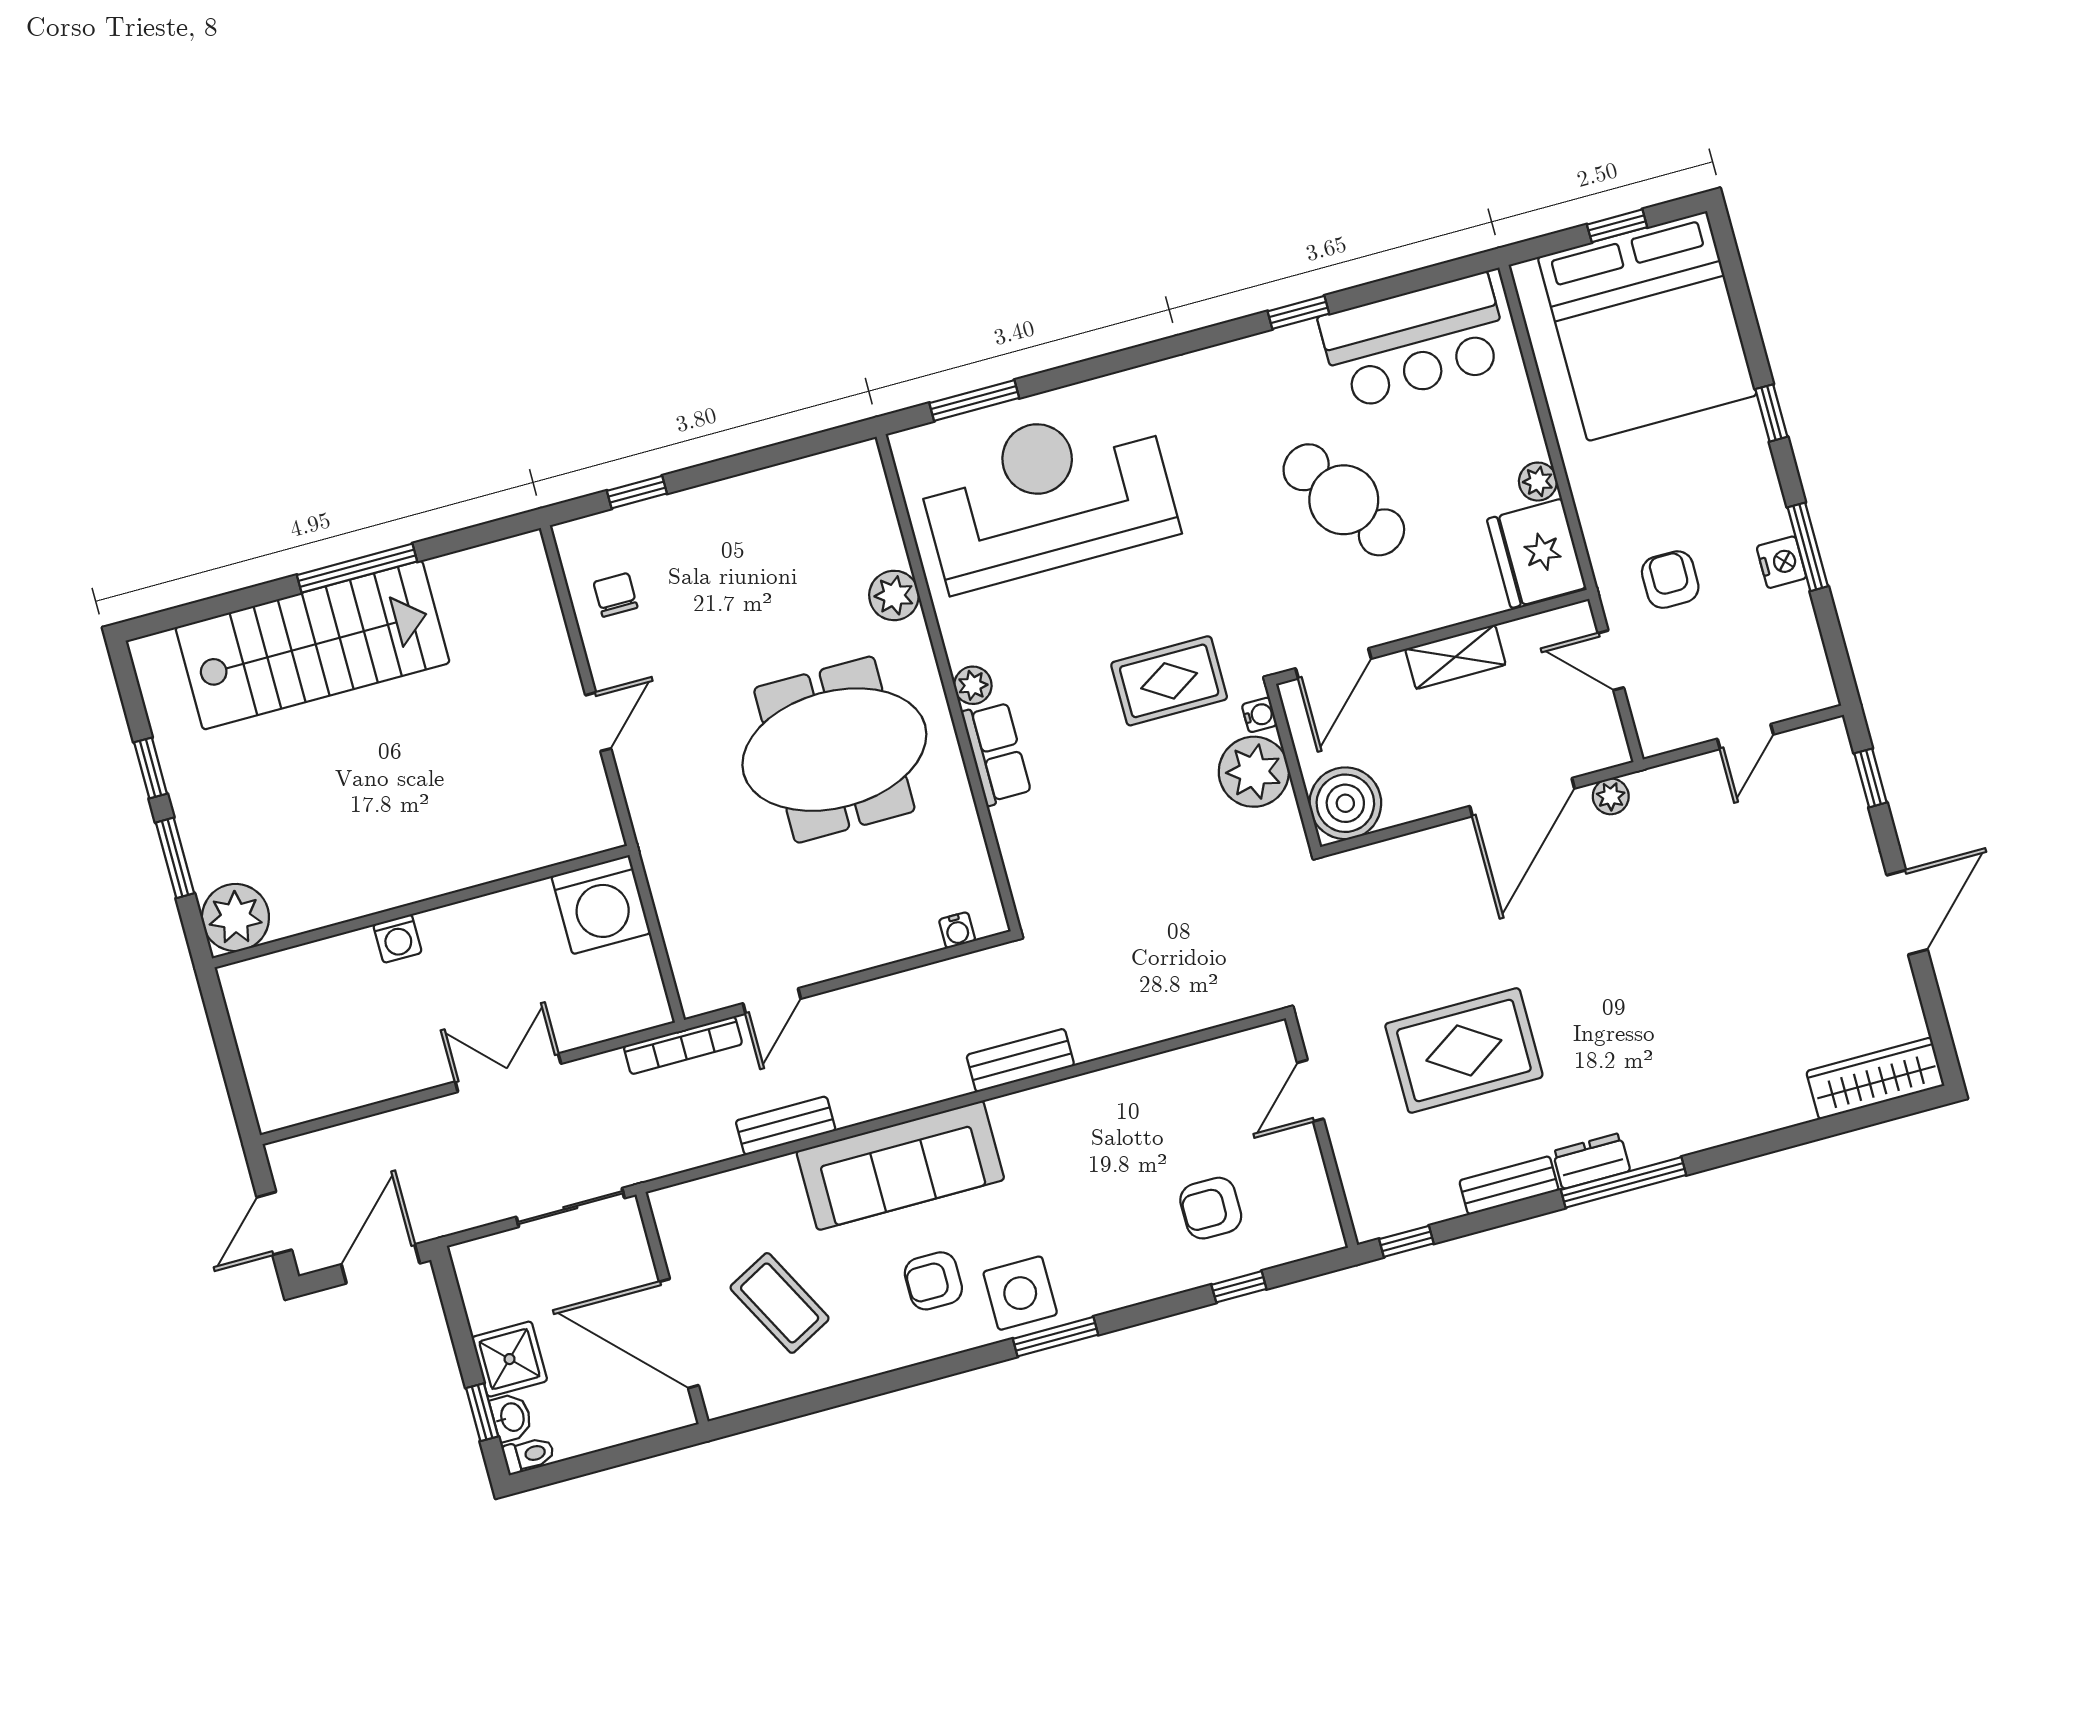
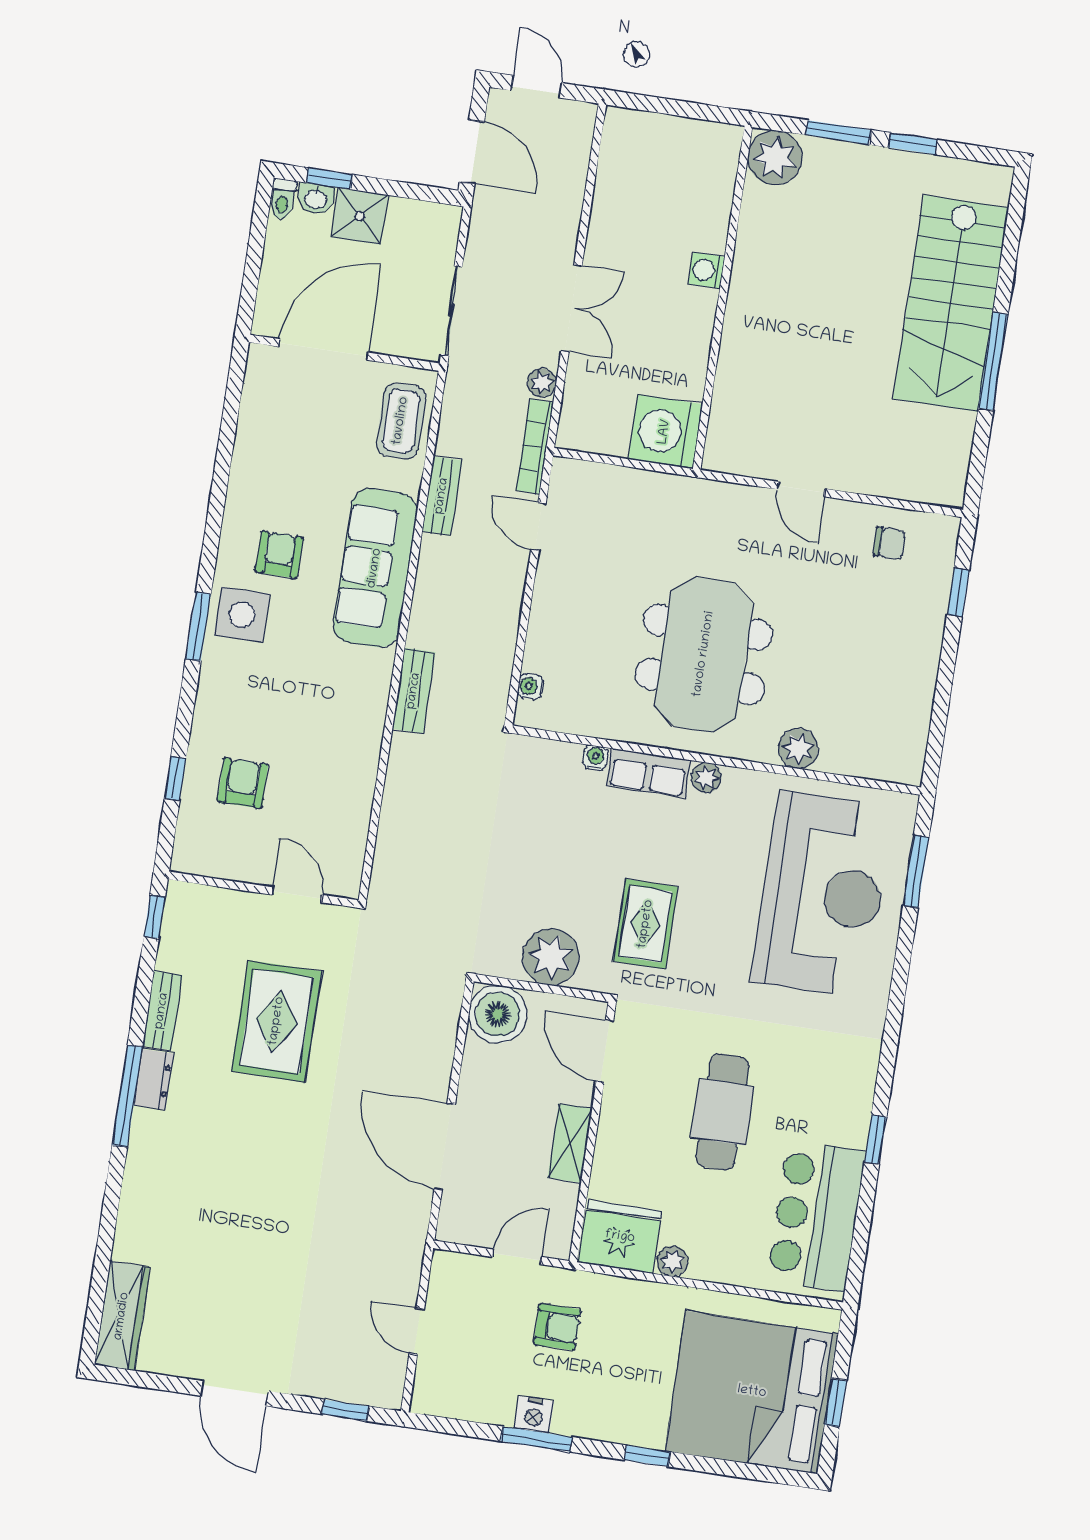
cafe table: (1344, 500) -> (722, 1112), turned -56
water cooler: (1259, 715) -> (596, 758), moved, turned 180
plant: (1611, 796) -> (542, 383), moved
coffee table: (780, 1303) -> (401, 421), moved, turned -62

